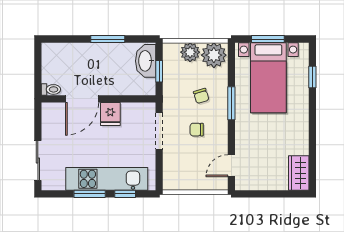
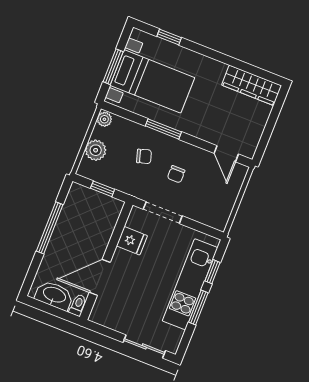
window: (108, 39) -> (50, 228), width x1.44
plant: (214, 55) -> (104, 119), width x0.53, depth x0.53
washbasin: (146, 61) -> (54, 295), moved, turned 180
door: (82, 99) -> (100, 277), swing flipped
fridge: (110, 114) -> (132, 241), moved
wardrobe: (299, 173) -> (252, 85), width x1.50

